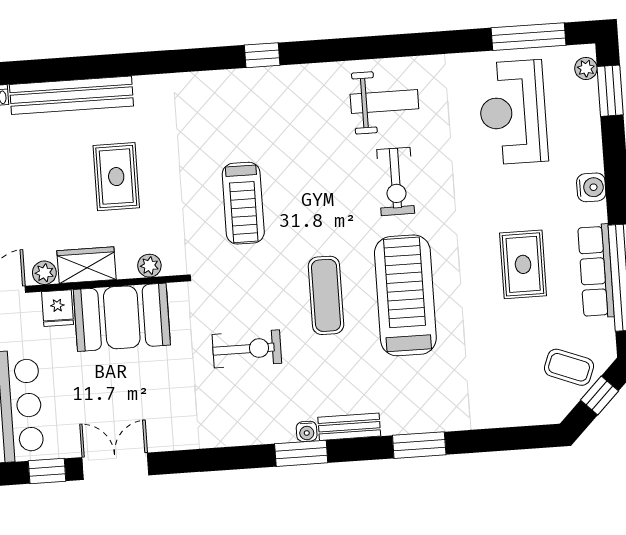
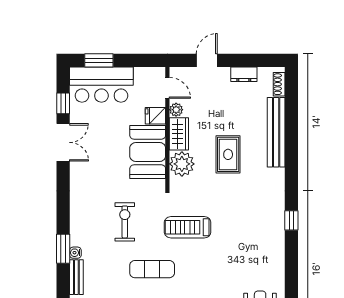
window: (262, 55) -> (291, 220), moved
rug: (116, 177) -> (228, 154), turned 90
treadmill: (243, 203) -> (188, 227), moved
plant: (149, 266) -> (182, 164), width x1.88, depth x1.88
exercise bike: (247, 349) -> (125, 222), turned 180

